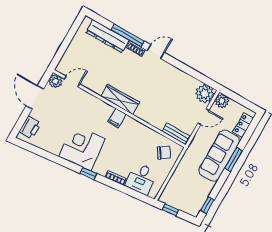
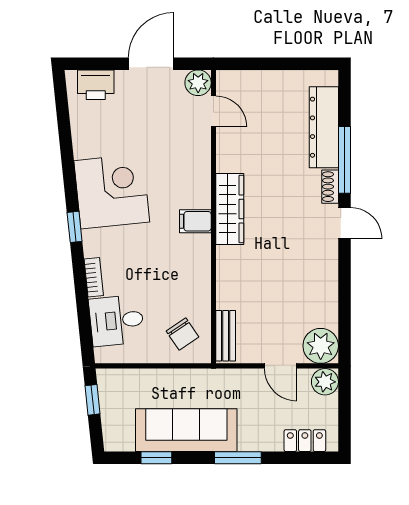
sofa: (219, 156) -> (186, 430), moved
window: (207, 205) -> (156, 458), moved

